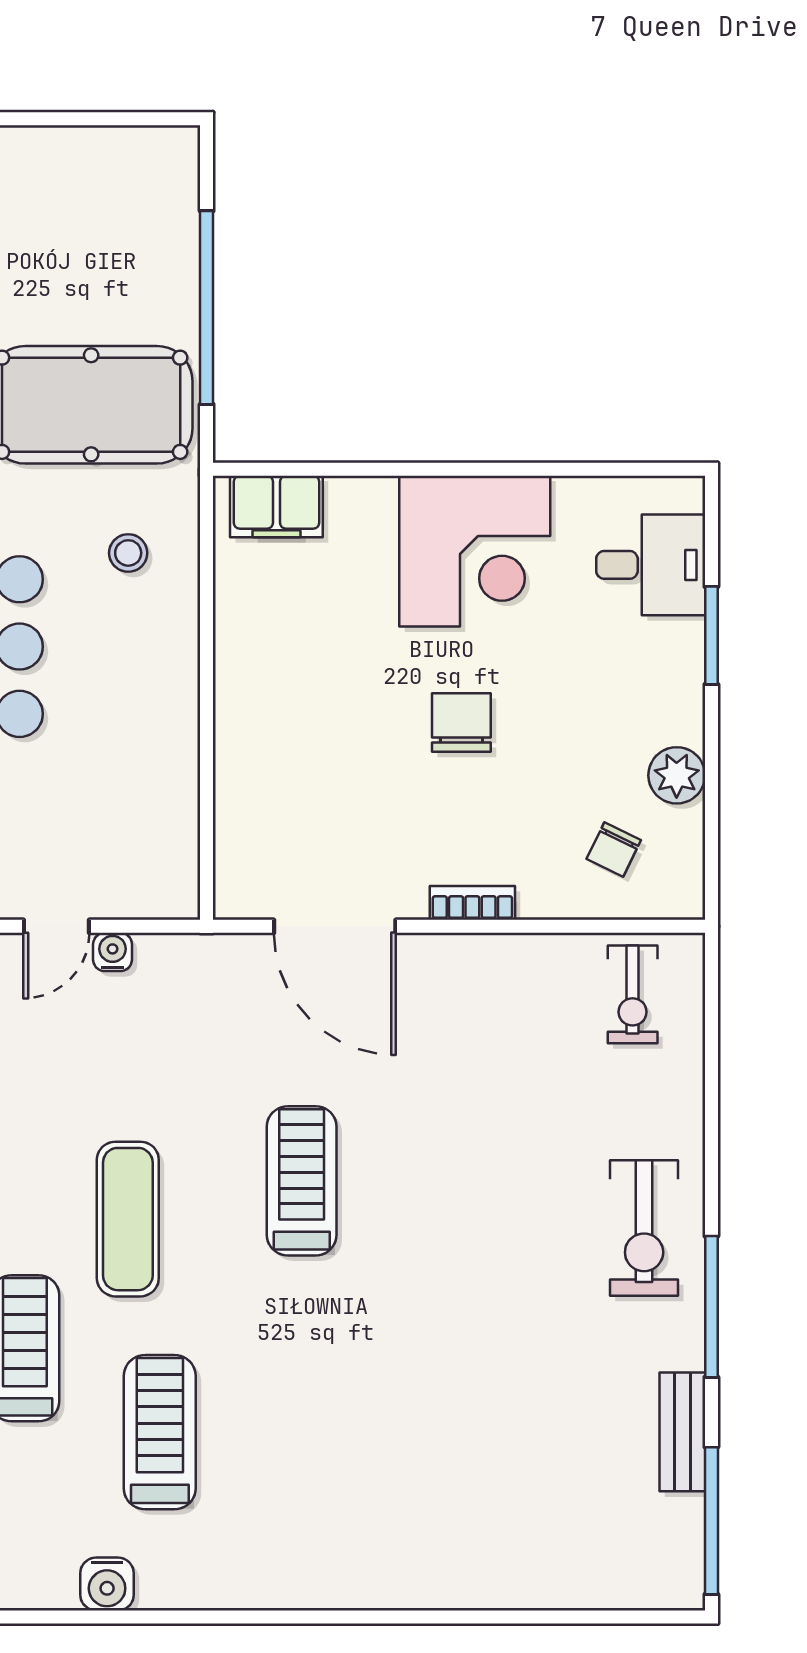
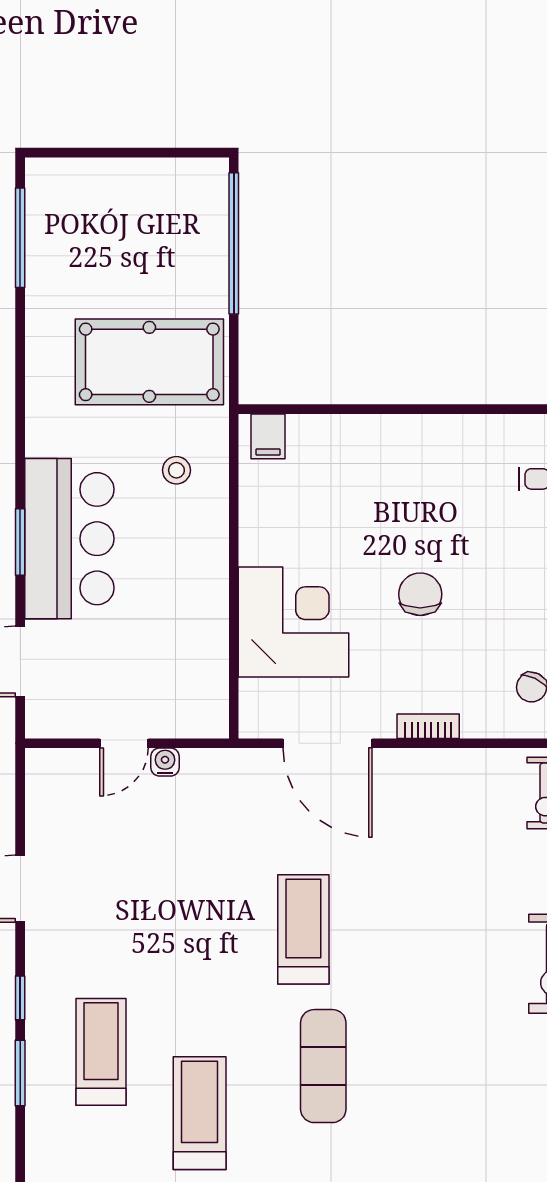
window: (207, 308) -> (234, 243), moved
filing cabinet: (276, 507) -> (268, 436), width x0.50
corner desk: (475, 551) -> (294, 622), moved, turned -90
exercise mat: (128, 1219) -> (323, 1066), moved

